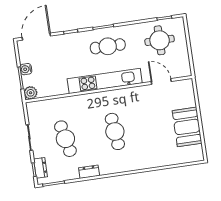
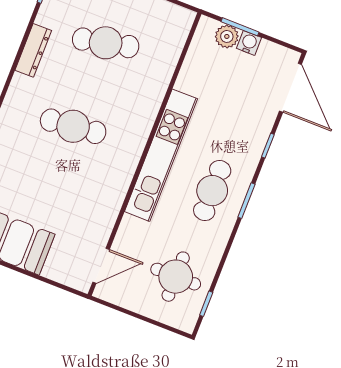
door: (161, 82) -> (101, 266), moved
plant: (31, 93) -> (227, 36), moved
dresser: (89, 172) -> (33, 50), width x1.44

